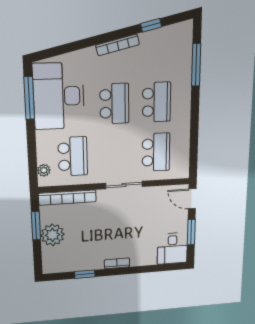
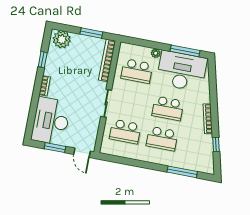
plant: (44, 170) -> (156, 53), moved
door: (192, 199) -> (82, 153), swing flipped
plant: (53, 235) -> (62, 39), moved
desk: (172, 248) -> (51, 121), width x1.87, depth x1.30

